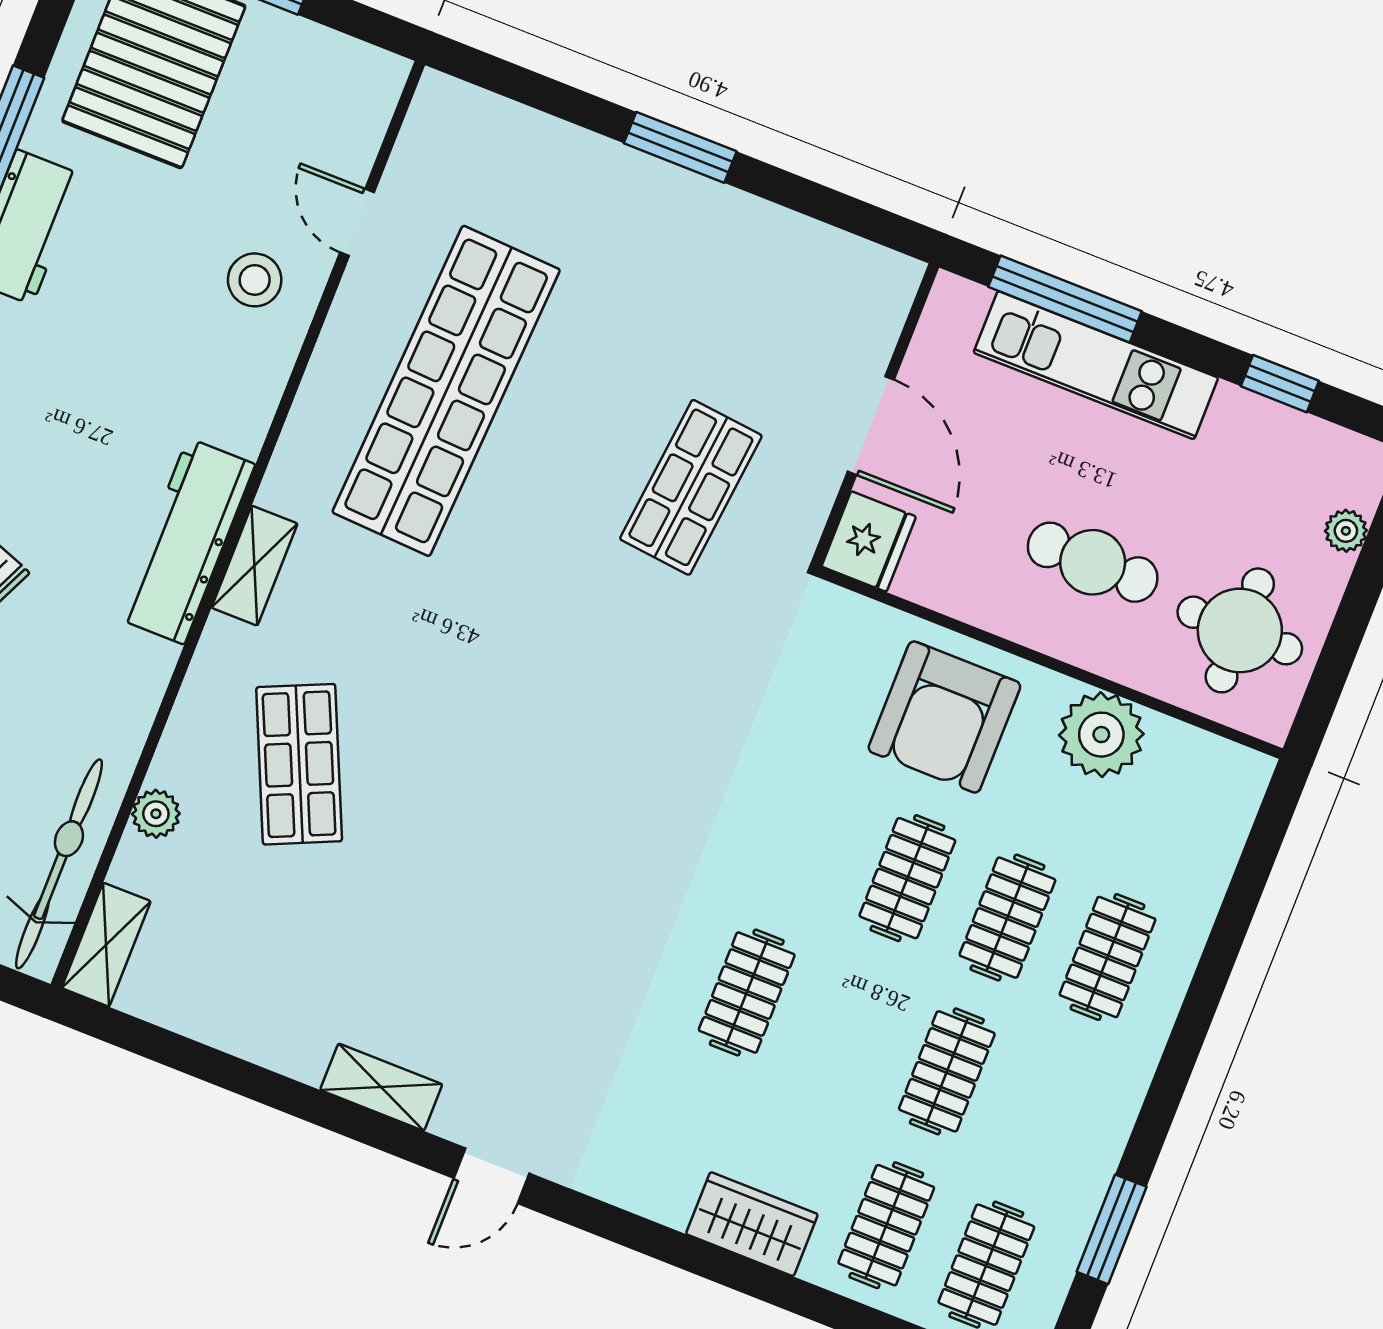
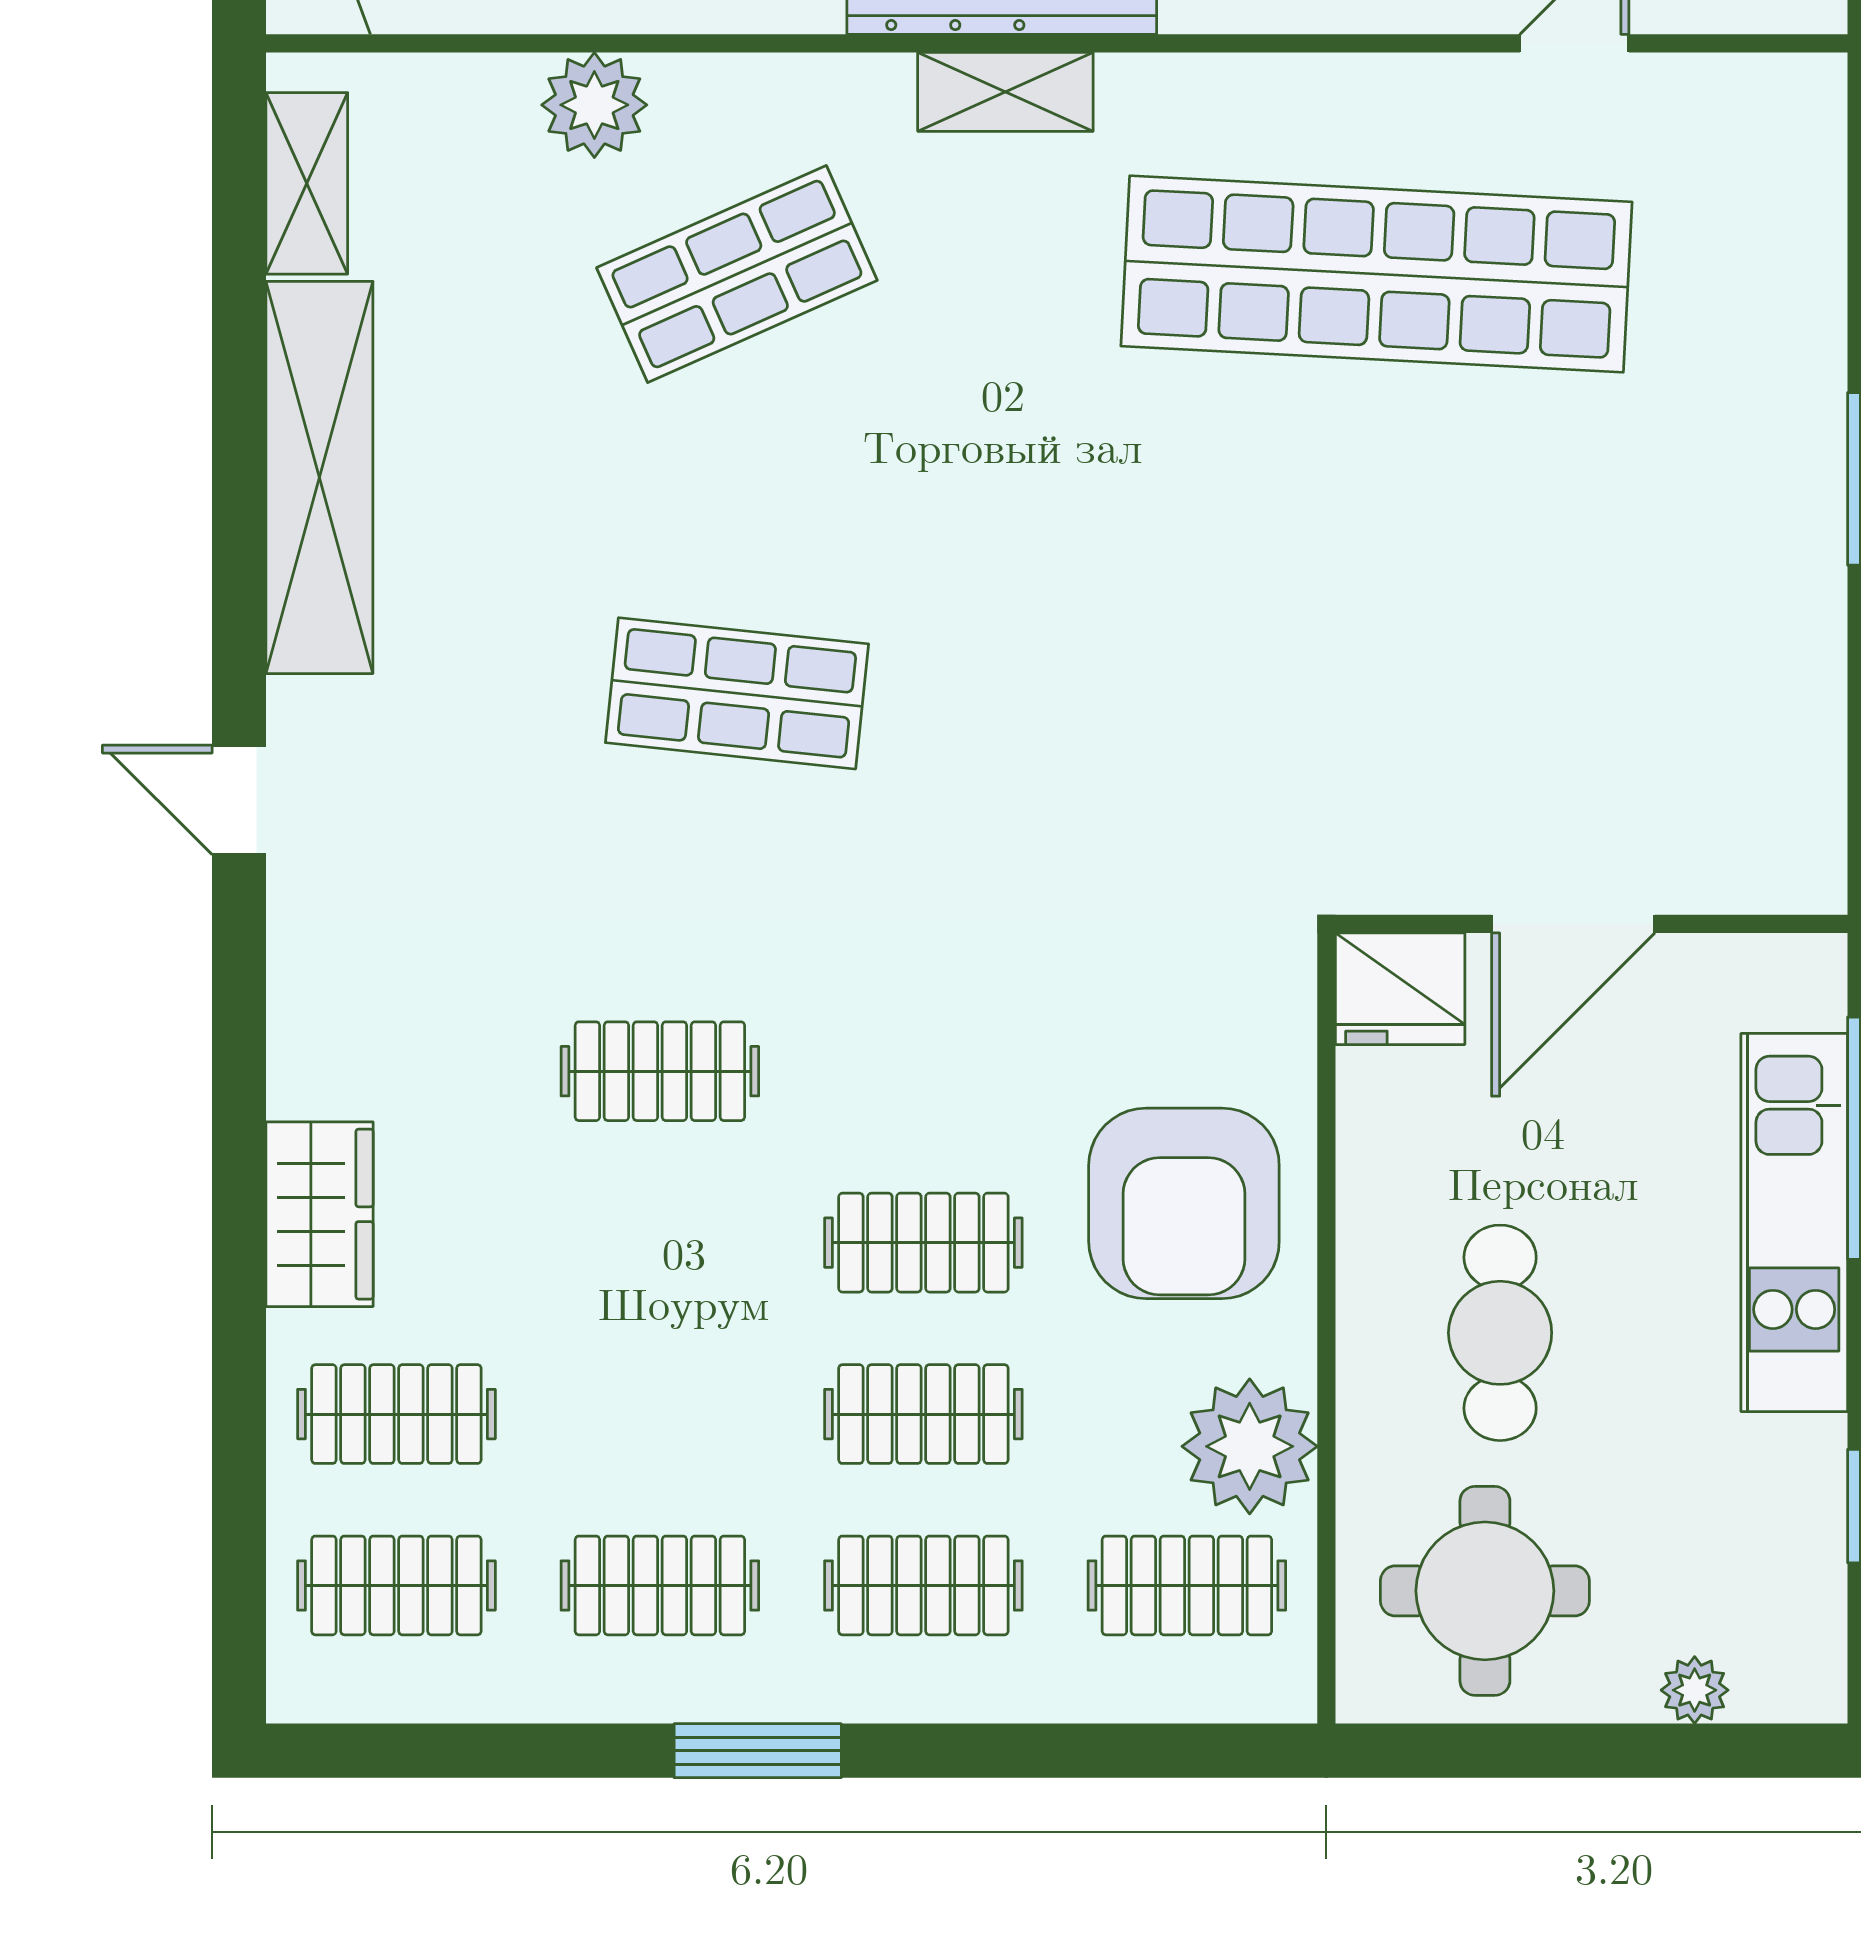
shop shelf: (691, 487) -> (737, 693), moved
armchair: (944, 717) -> (1184, 1203), turned -90
clothes rail: (1168, 803) -> (1187, 1585), added
plant: (156, 814) -> (594, 105), width x1.38, depth x1.38
shelving: (106, 945) -> (307, 183), moved, turned 90
clothes rail: (947, 1071) -> (660, 1585), moved
shelving: (381, 1087) -> (319, 477), width x2.20, depth x1.33
window: (1112, 1229) -> (758, 1751), moved

